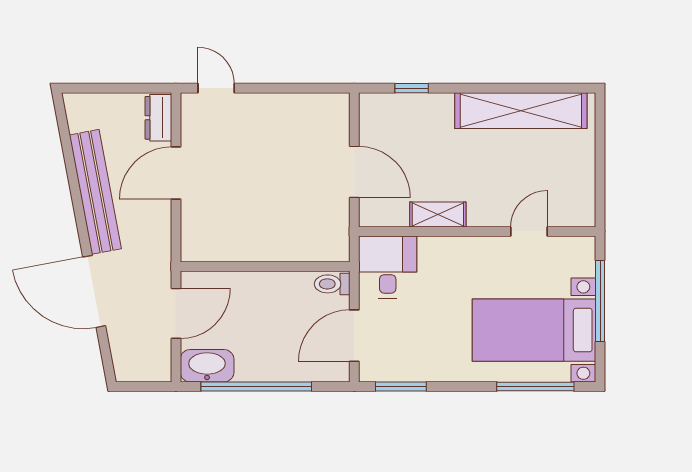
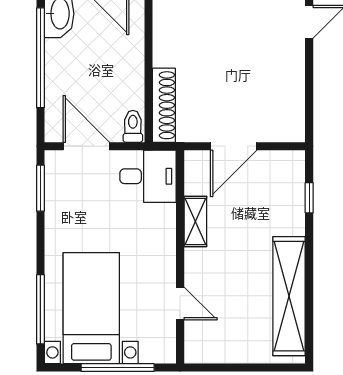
shoe rack: (309, 249) -> (164, 105), added

